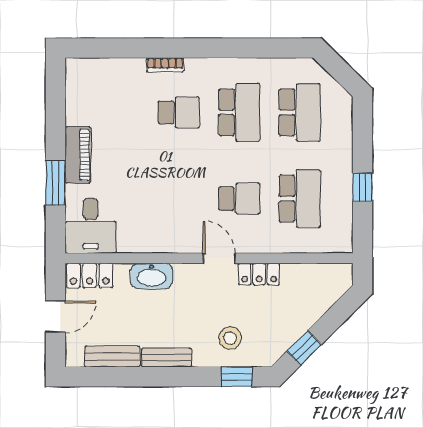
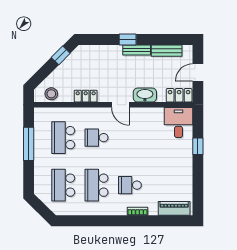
piano: (78, 155) -> (174, 208), moved, turned 90
window: (55, 183) -> (198, 146), width x0.67
window: (363, 187) -> (29, 144), width x2.17
door: (219, 258) -> (120, 105), moved
stool: (230, 338) -> (51, 94), moved
window: (237, 377) -> (128, 39), moved

